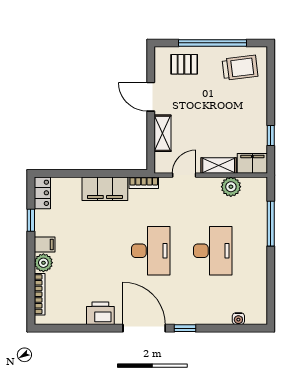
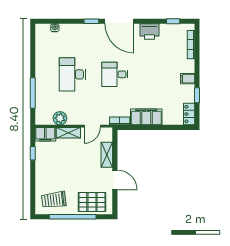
pallet: (184, 64) -> (92, 202), width x1.50, depth x1.42
desk: (151, 251) -> (115, 74), width x0.73
plant: (43, 263) -> (188, 66), removed
window: (66, 328) -> (173, 21), added

